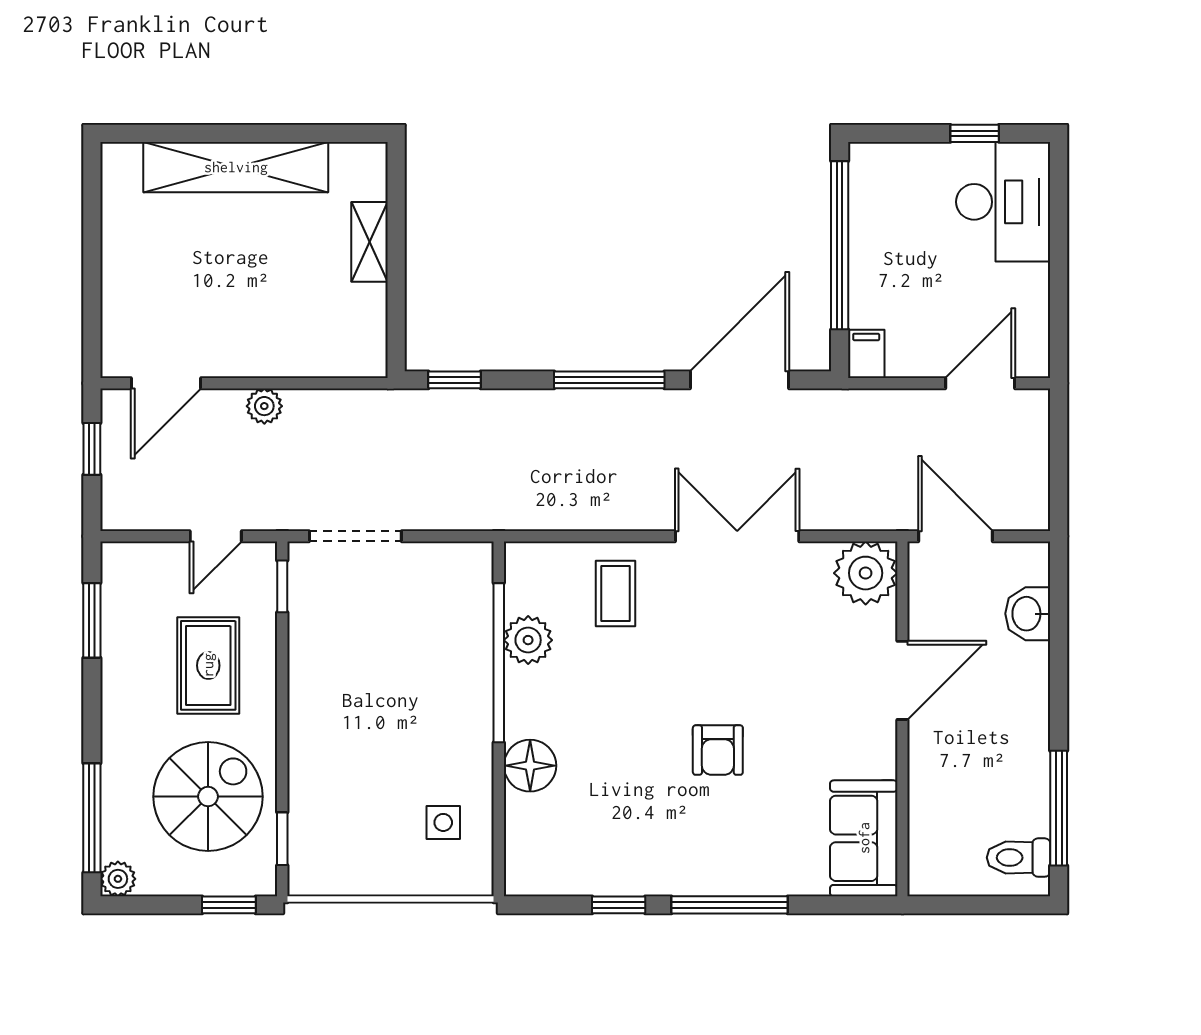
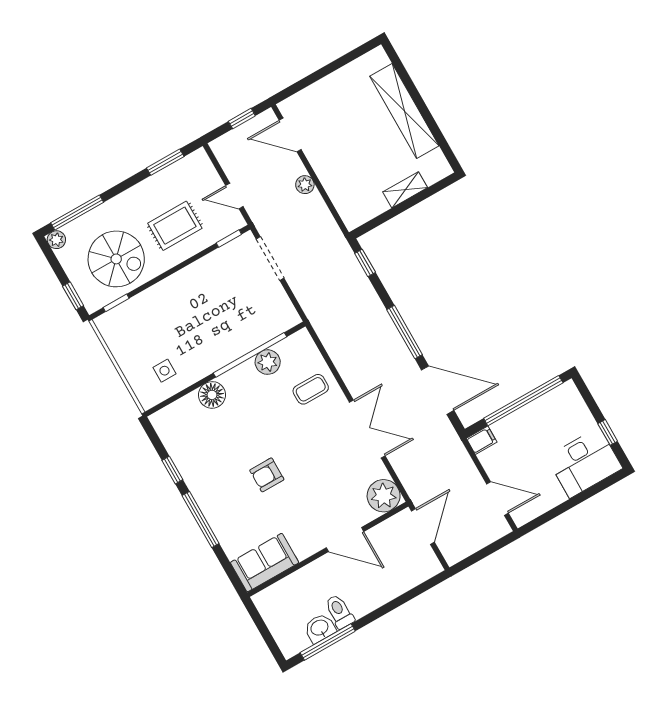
washbasin: (1028, 614) -> (320, 628), moved
toilet: (1019, 858) -> (339, 611), moved

